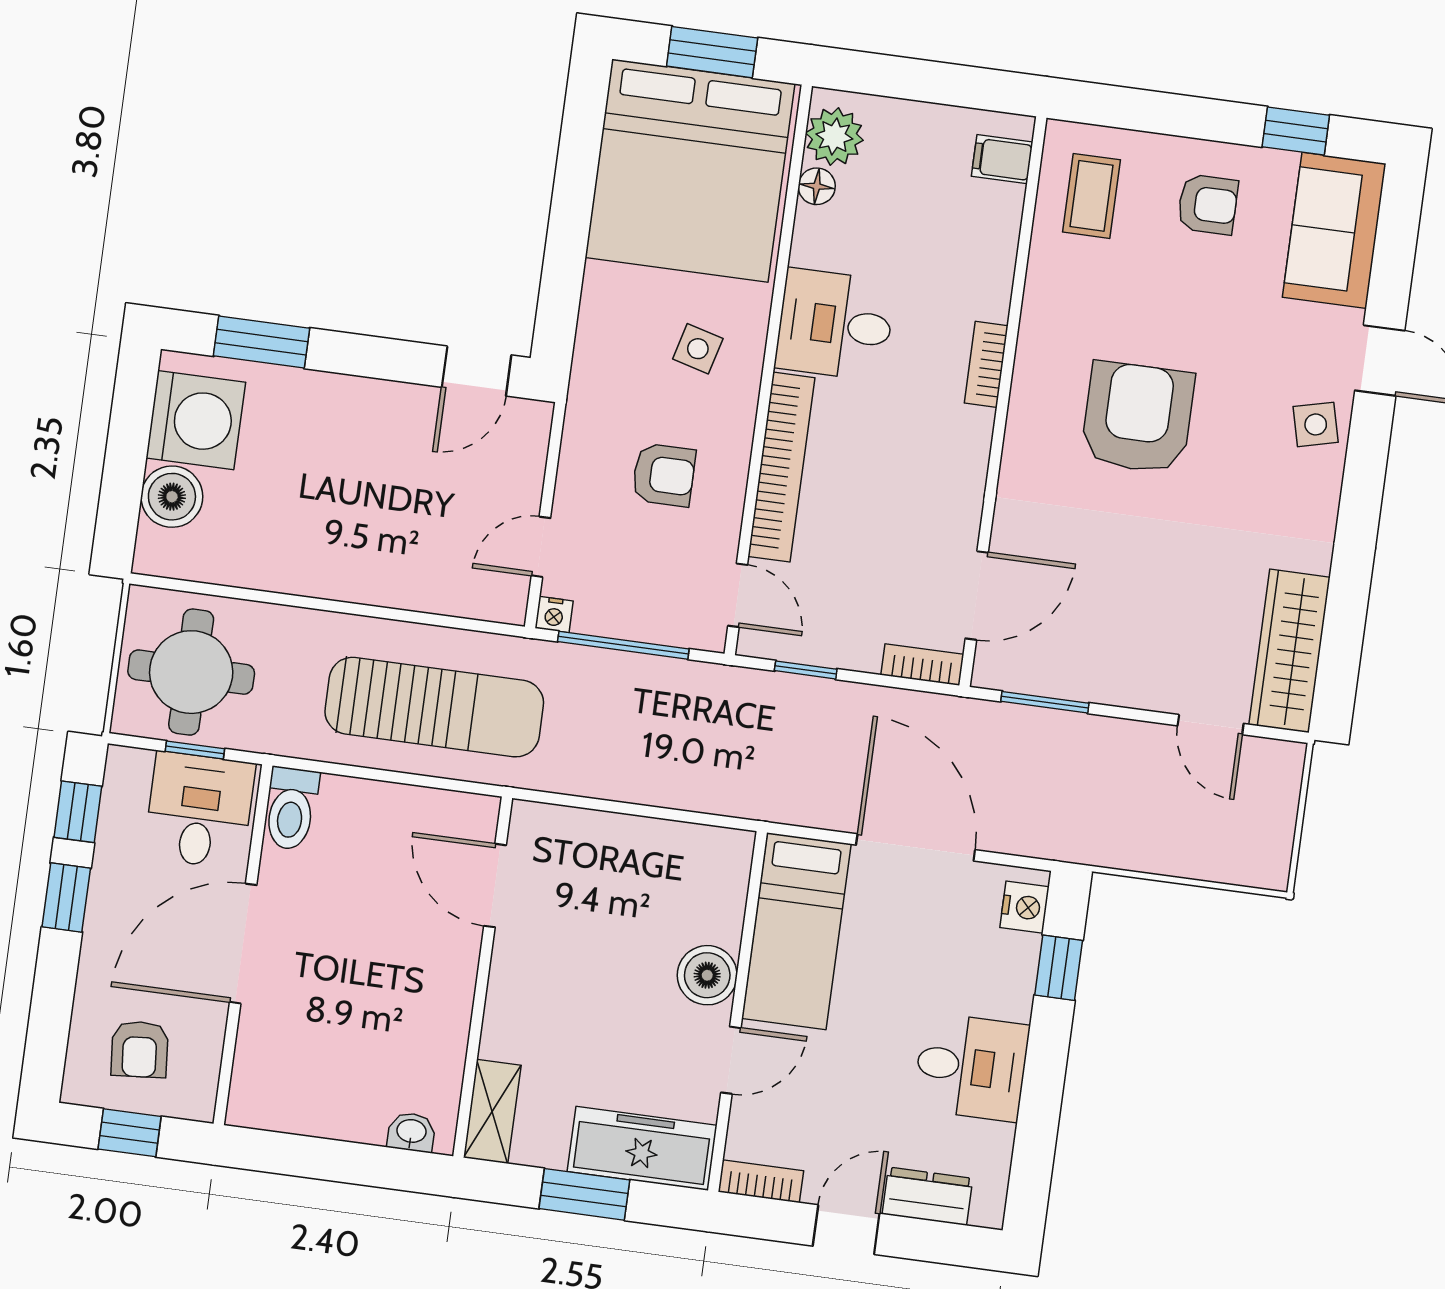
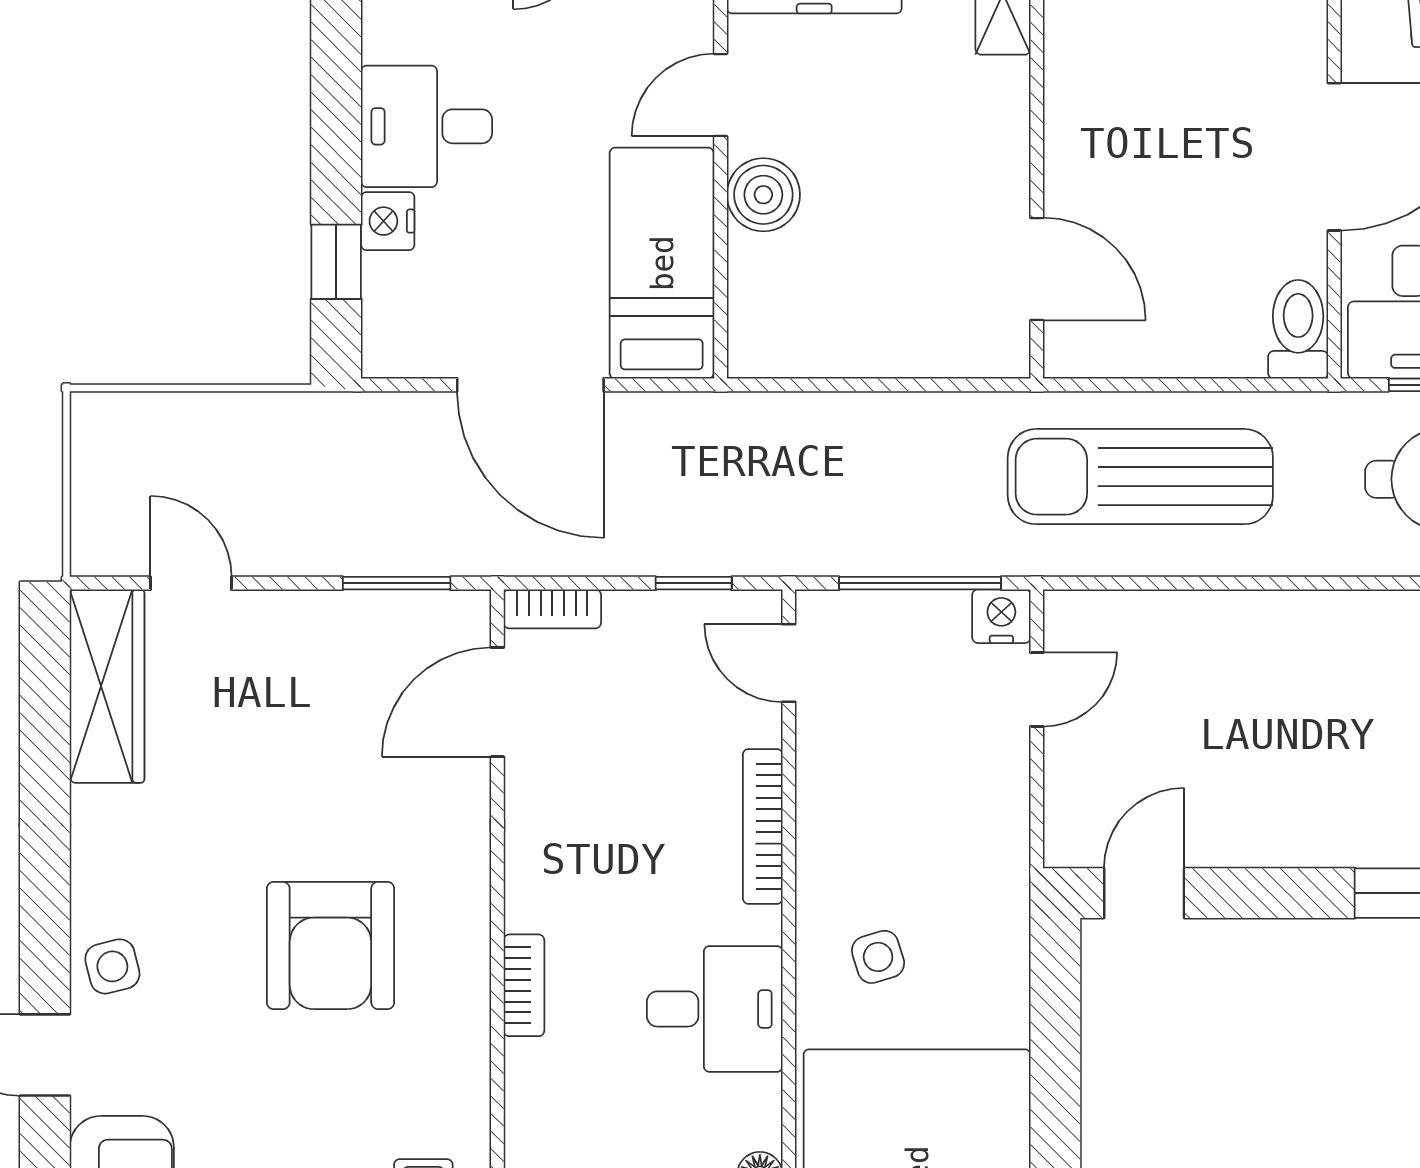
side table: (698, 349) -> (878, 957), turned -32
bookcase: (782, 467) -> (763, 826), width x0.68, depth x0.76
armchair: (664, 475) -> (899, 797), removed
nightstand: (554, 614) -> (1001, 616), width x1.39, depth x1.35
nightstand: (1025, 907) -> (388, 221), moved

